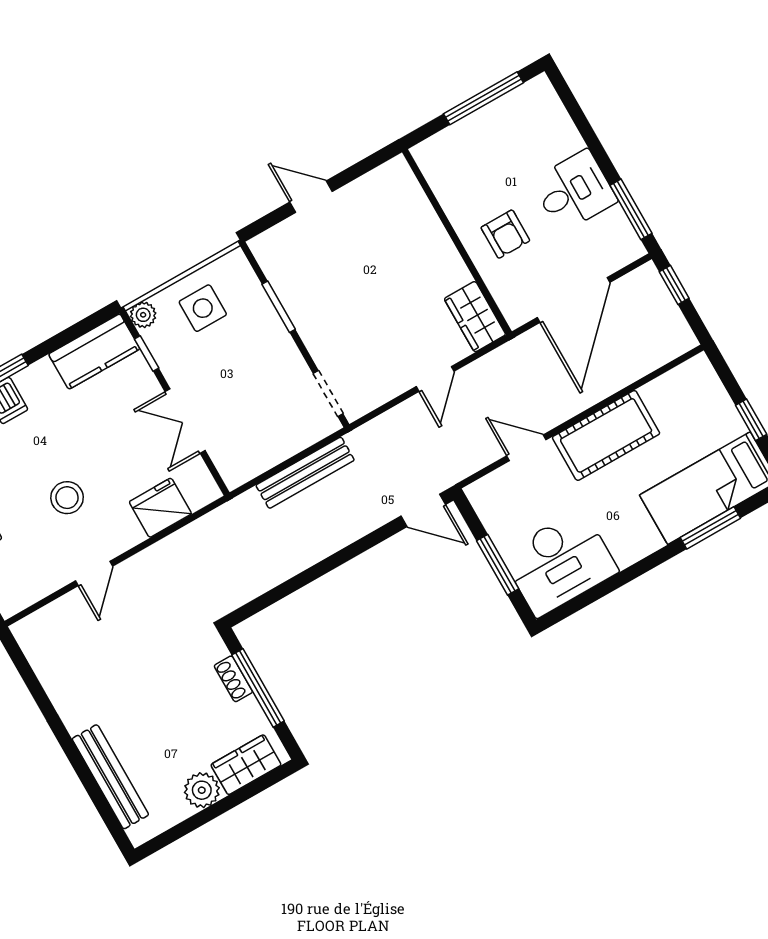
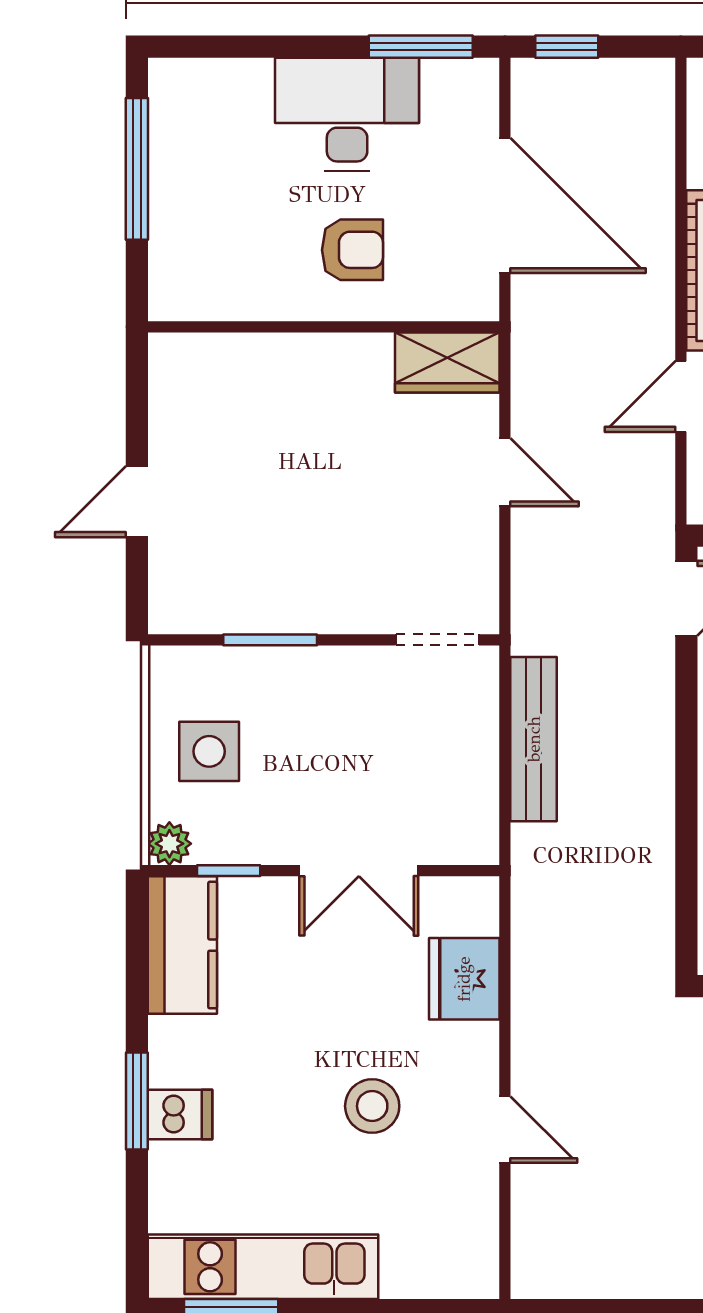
desk: (574, 191) -> (347, 114), width x1.37

